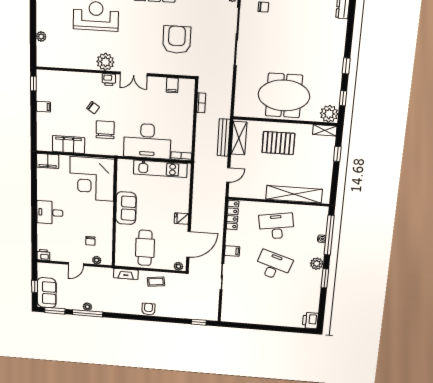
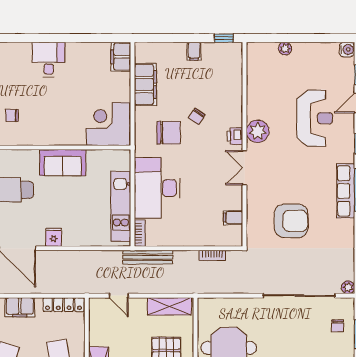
bench: (224, 138) -> (148, 257), moved
corner desk: (92, 179) -> (108, 124), width x0.74, depth x0.74
filing cabinet: (232, 251) -> (20, 307), width x2.00

